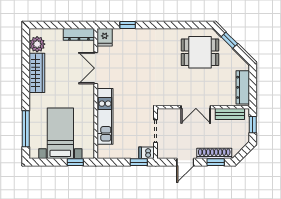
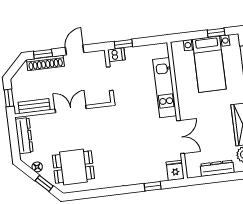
dresser: (79, 34) -> (217, 168), moved
floor lamp: (234, 56) -> (37, 167), added
window: (75, 162) -> (216, 33), moved

